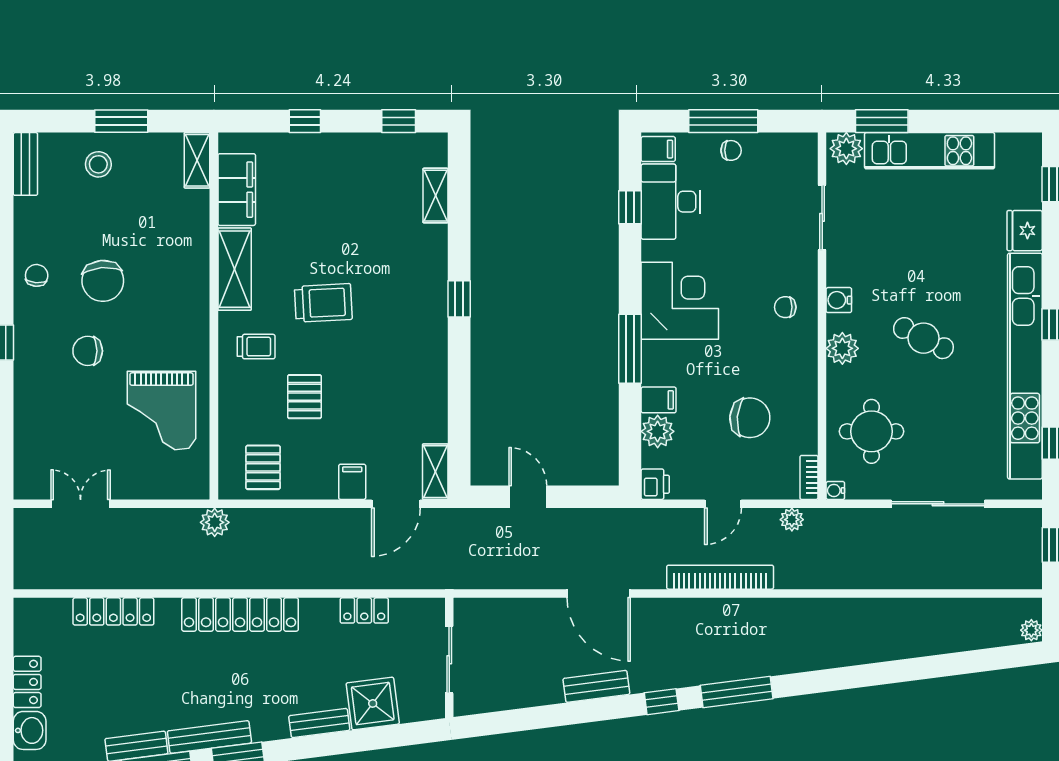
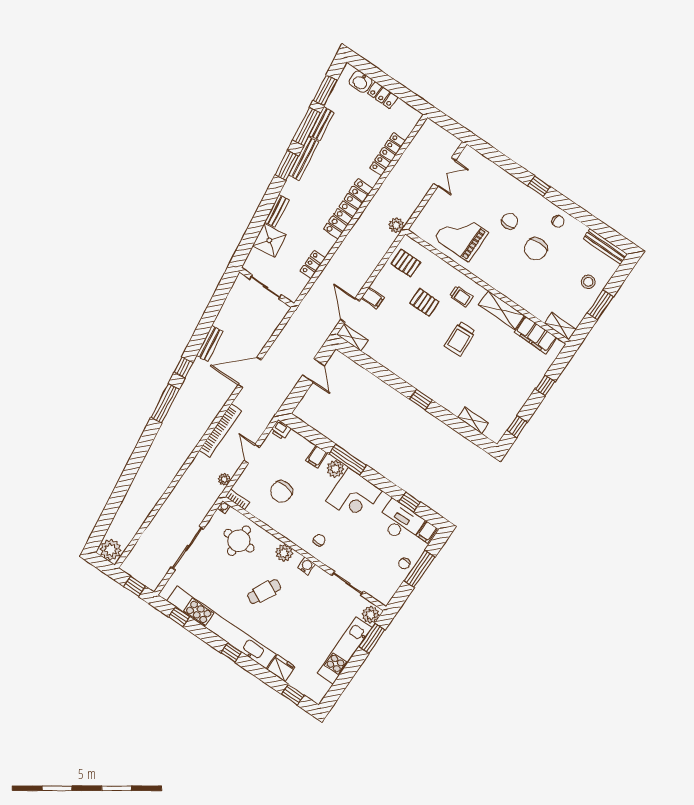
bench: (25, 164) -> (605, 247), width x1.36
chair: (103, 281) -> (536, 249), turned -85
trolley: (256, 347) -> (461, 296), turned -90
plant: (658, 431) -> (335, 469), moved
door: (528, 497) -> (313, 370), hinge flipped
plant: (1031, 630) -> (111, 550), width x1.87, depth x1.87

